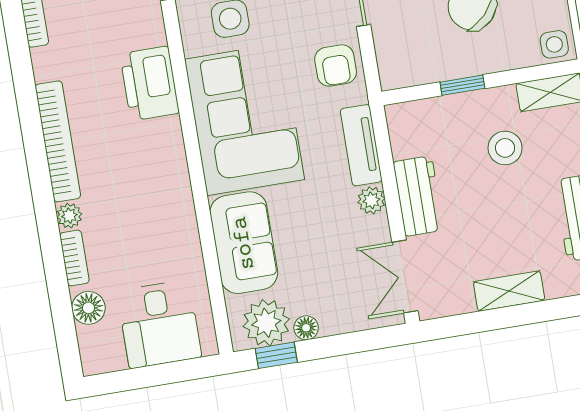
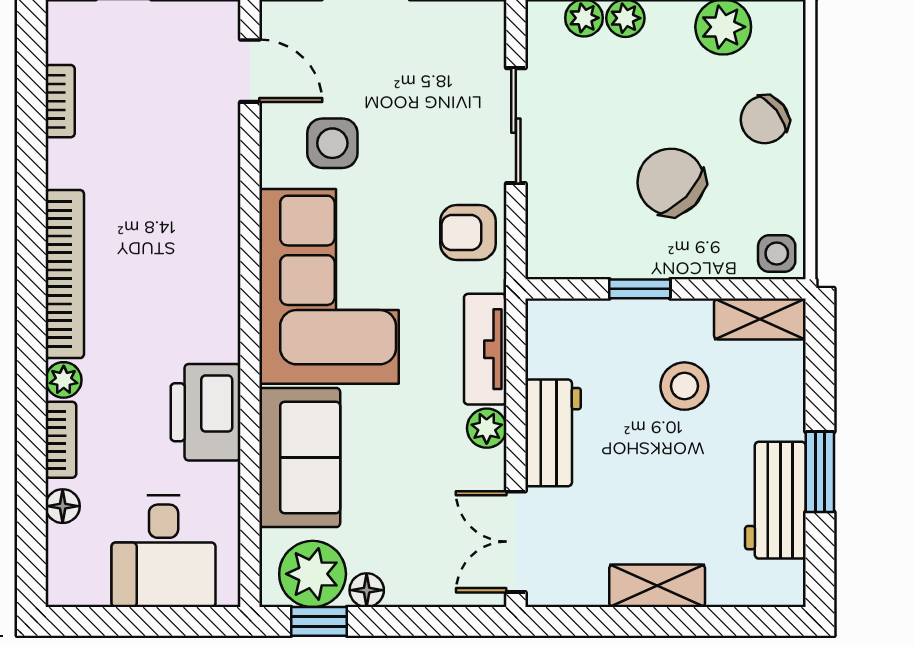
armchair: (336, 65) -> (468, 232), turned 90
printer: (150, 83) -> (206, 412), moved
floor lamp: (88, 308) -> (63, 506), width x0.73, depth x0.73

